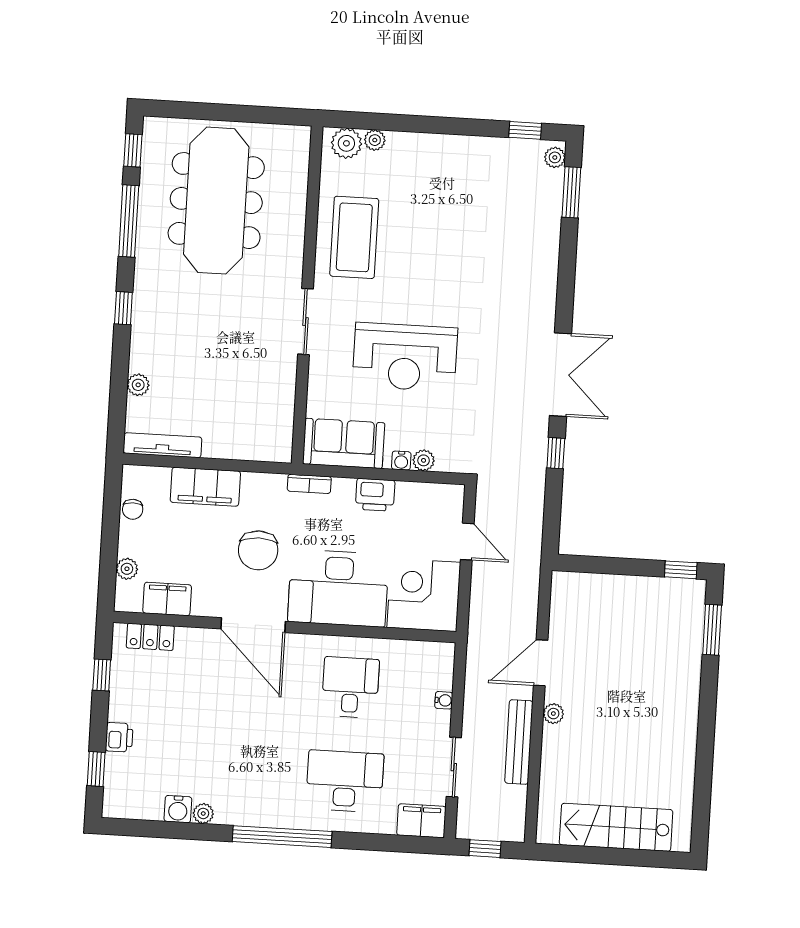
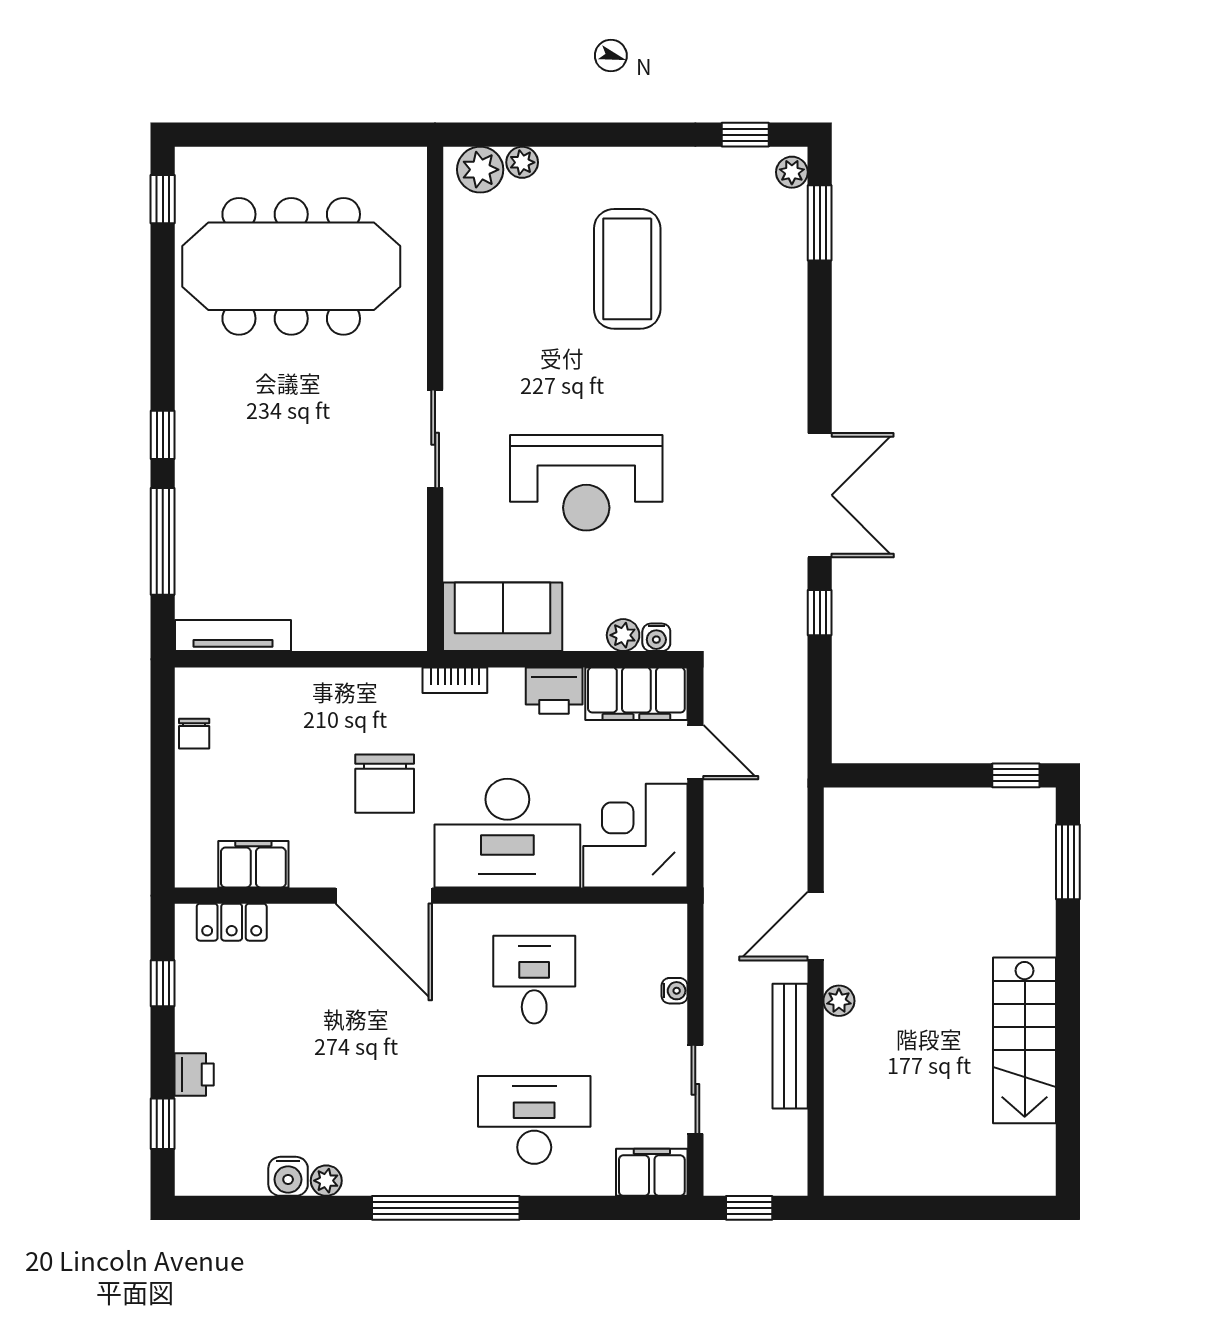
meeting table: (216, 201) -> (291, 266), turned 90
window: (129, 221) -> (163, 541), moved
coffee table: (354, 237) -> (627, 269), moved
plant: (138, 385) -> (191, 548), removed
water cooler: (401, 461) -> (656, 637), moved
filing cabinet: (205, 487) -> (636, 694), moved
plant: (127, 569) -> (191, 823), removed
stairs: (616, 827) -> (1025, 1040), moved, turned -90

